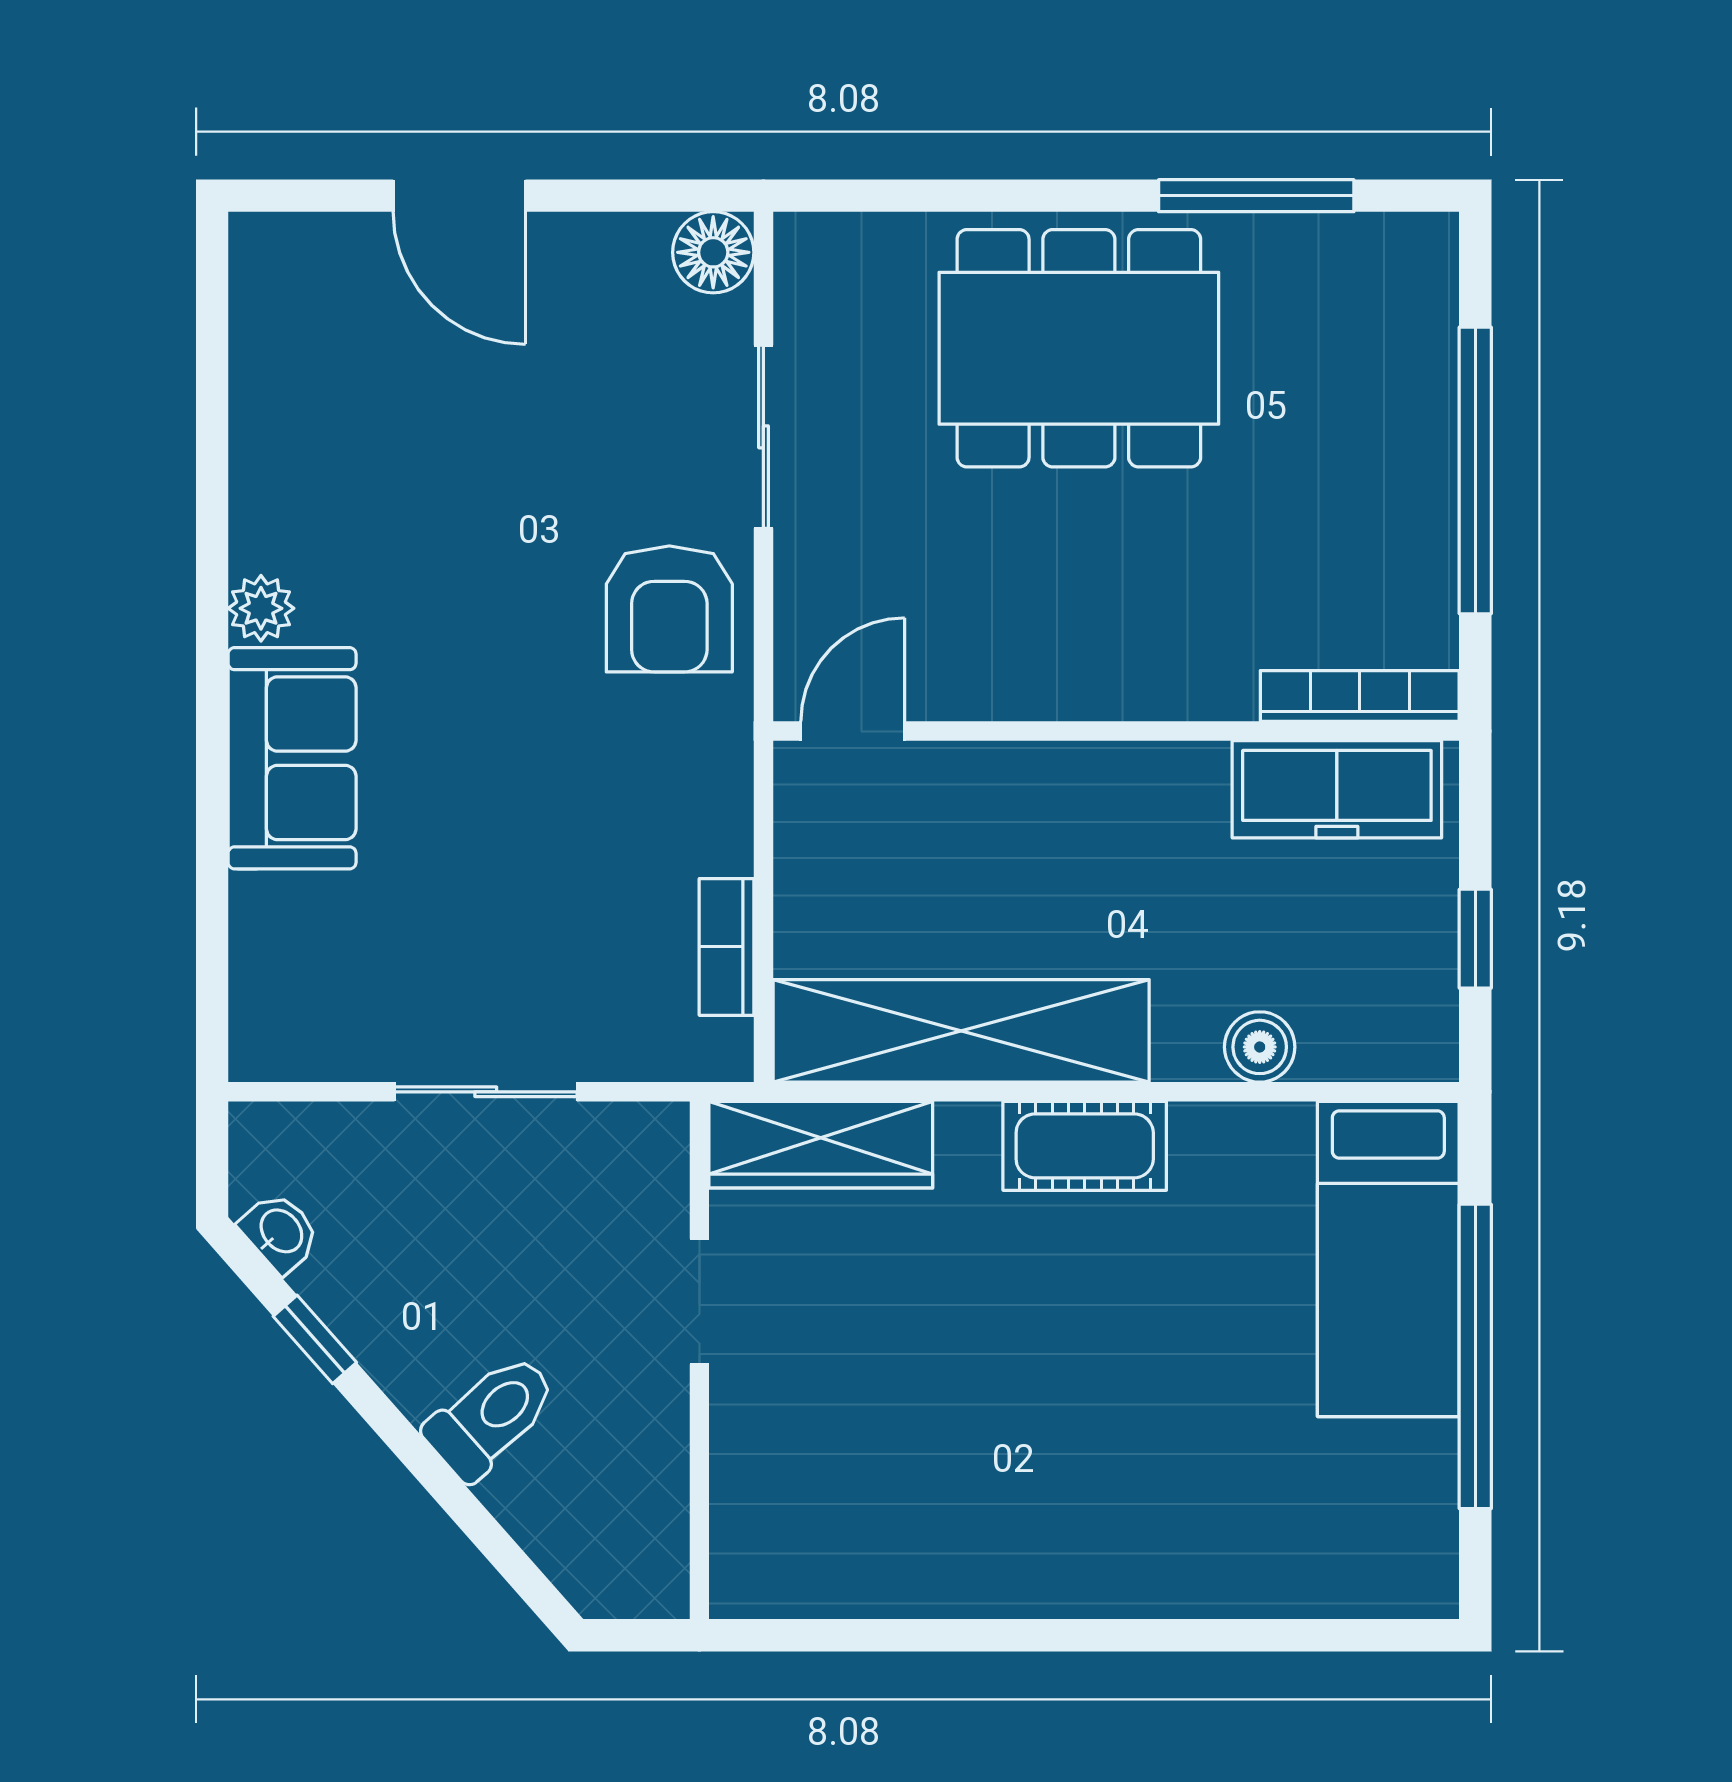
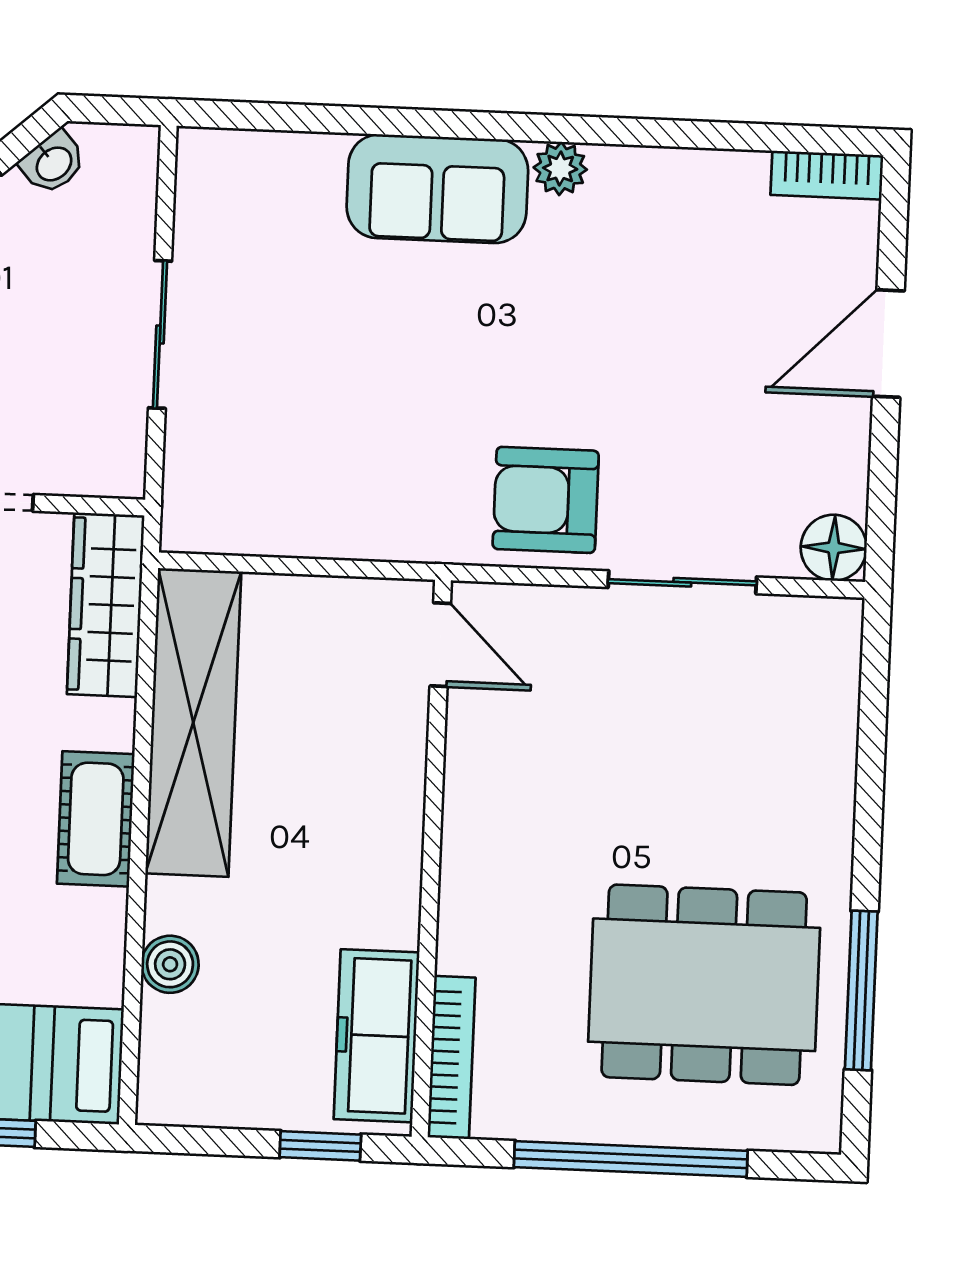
dining table: (1079, 348) -> (704, 985), moved, turned 90
window: (1475, 939) -> (320, 1146), moved
bookcase: (727, 947) -> (827, 175), moved, turned 180

